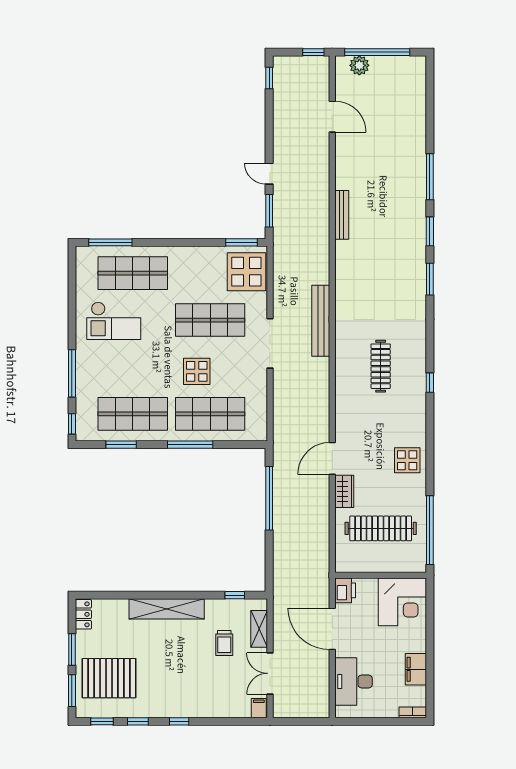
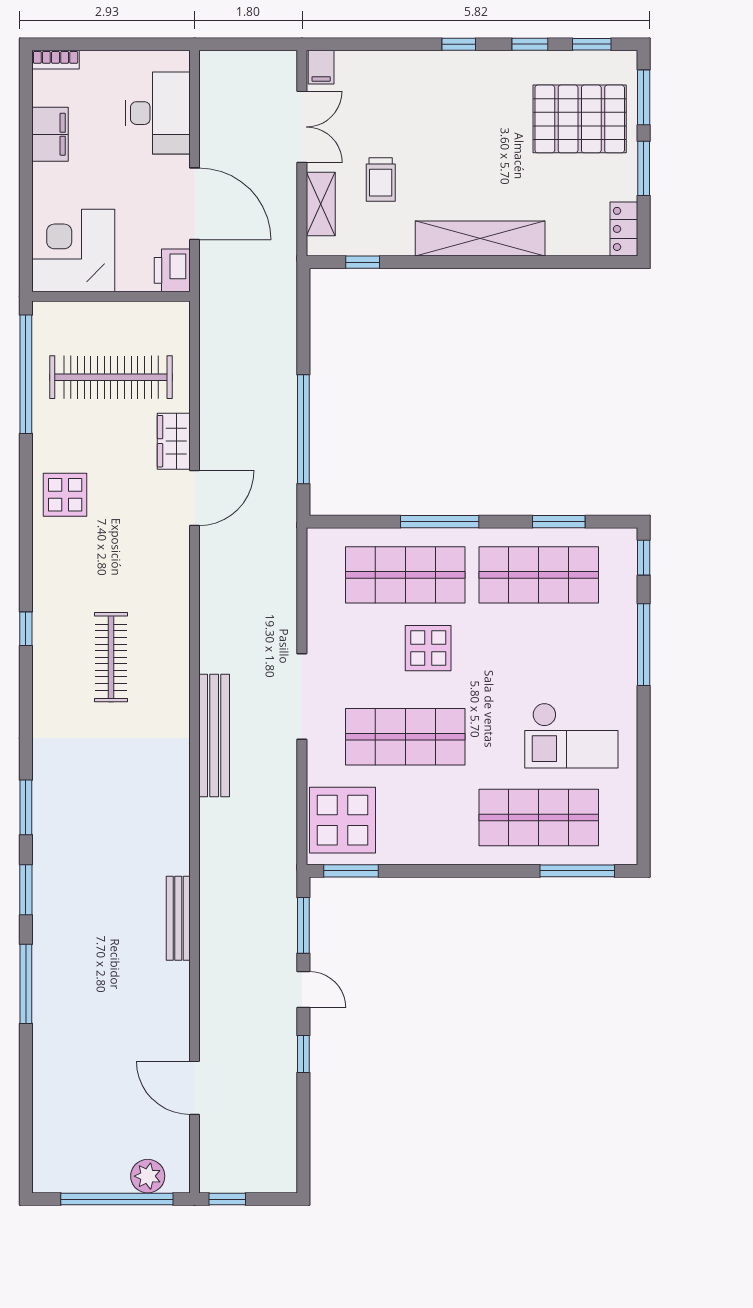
window: (269, 78) -> (303, 1054), moved
checkout: (114, 321) -> (571, 736), turned 180
trolley: (224, 643) -> (381, 180), turned 180

